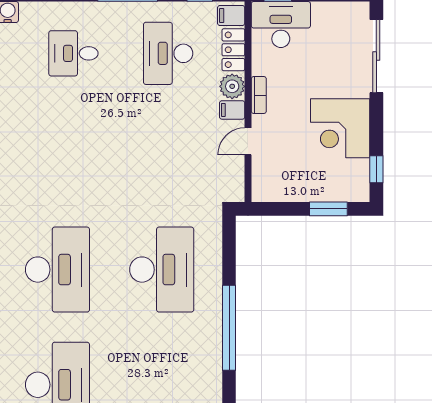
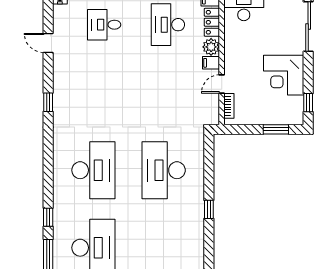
bookcase: (259, 95) -> (229, 106), moved
desk: (162, 270) -> (164, 170), turned 180
window: (229, 328) -> (209, 209), width x0.32

